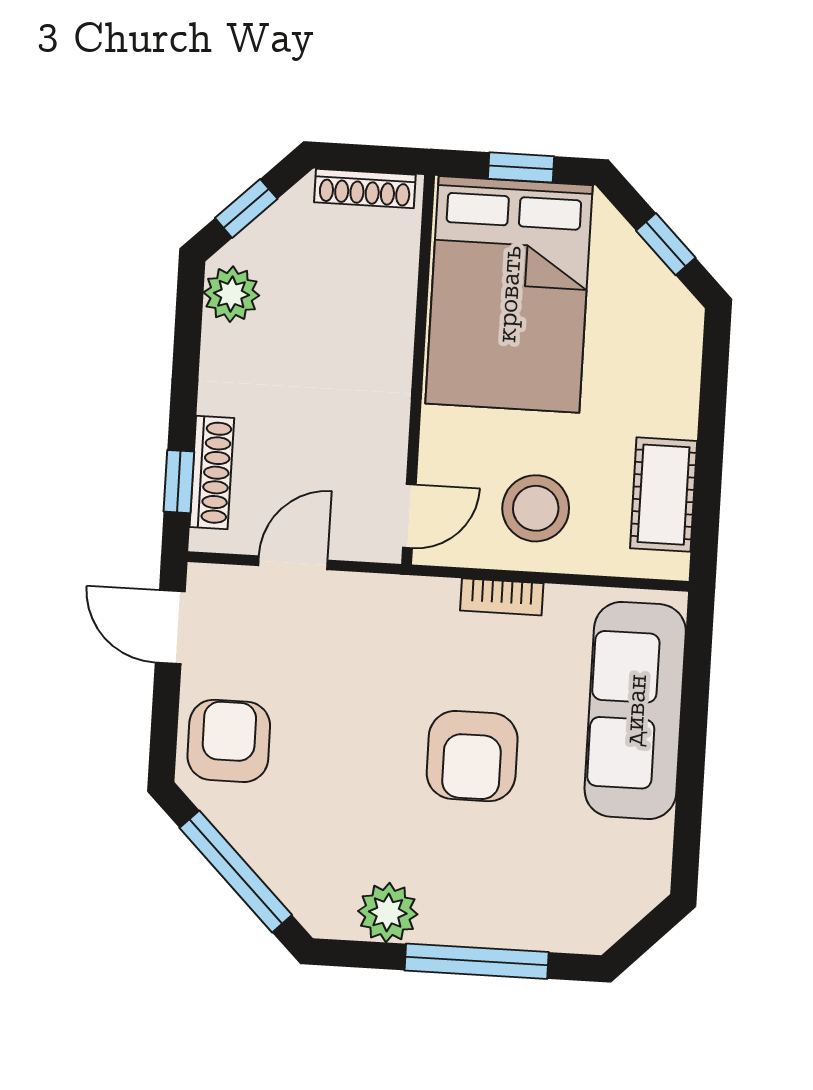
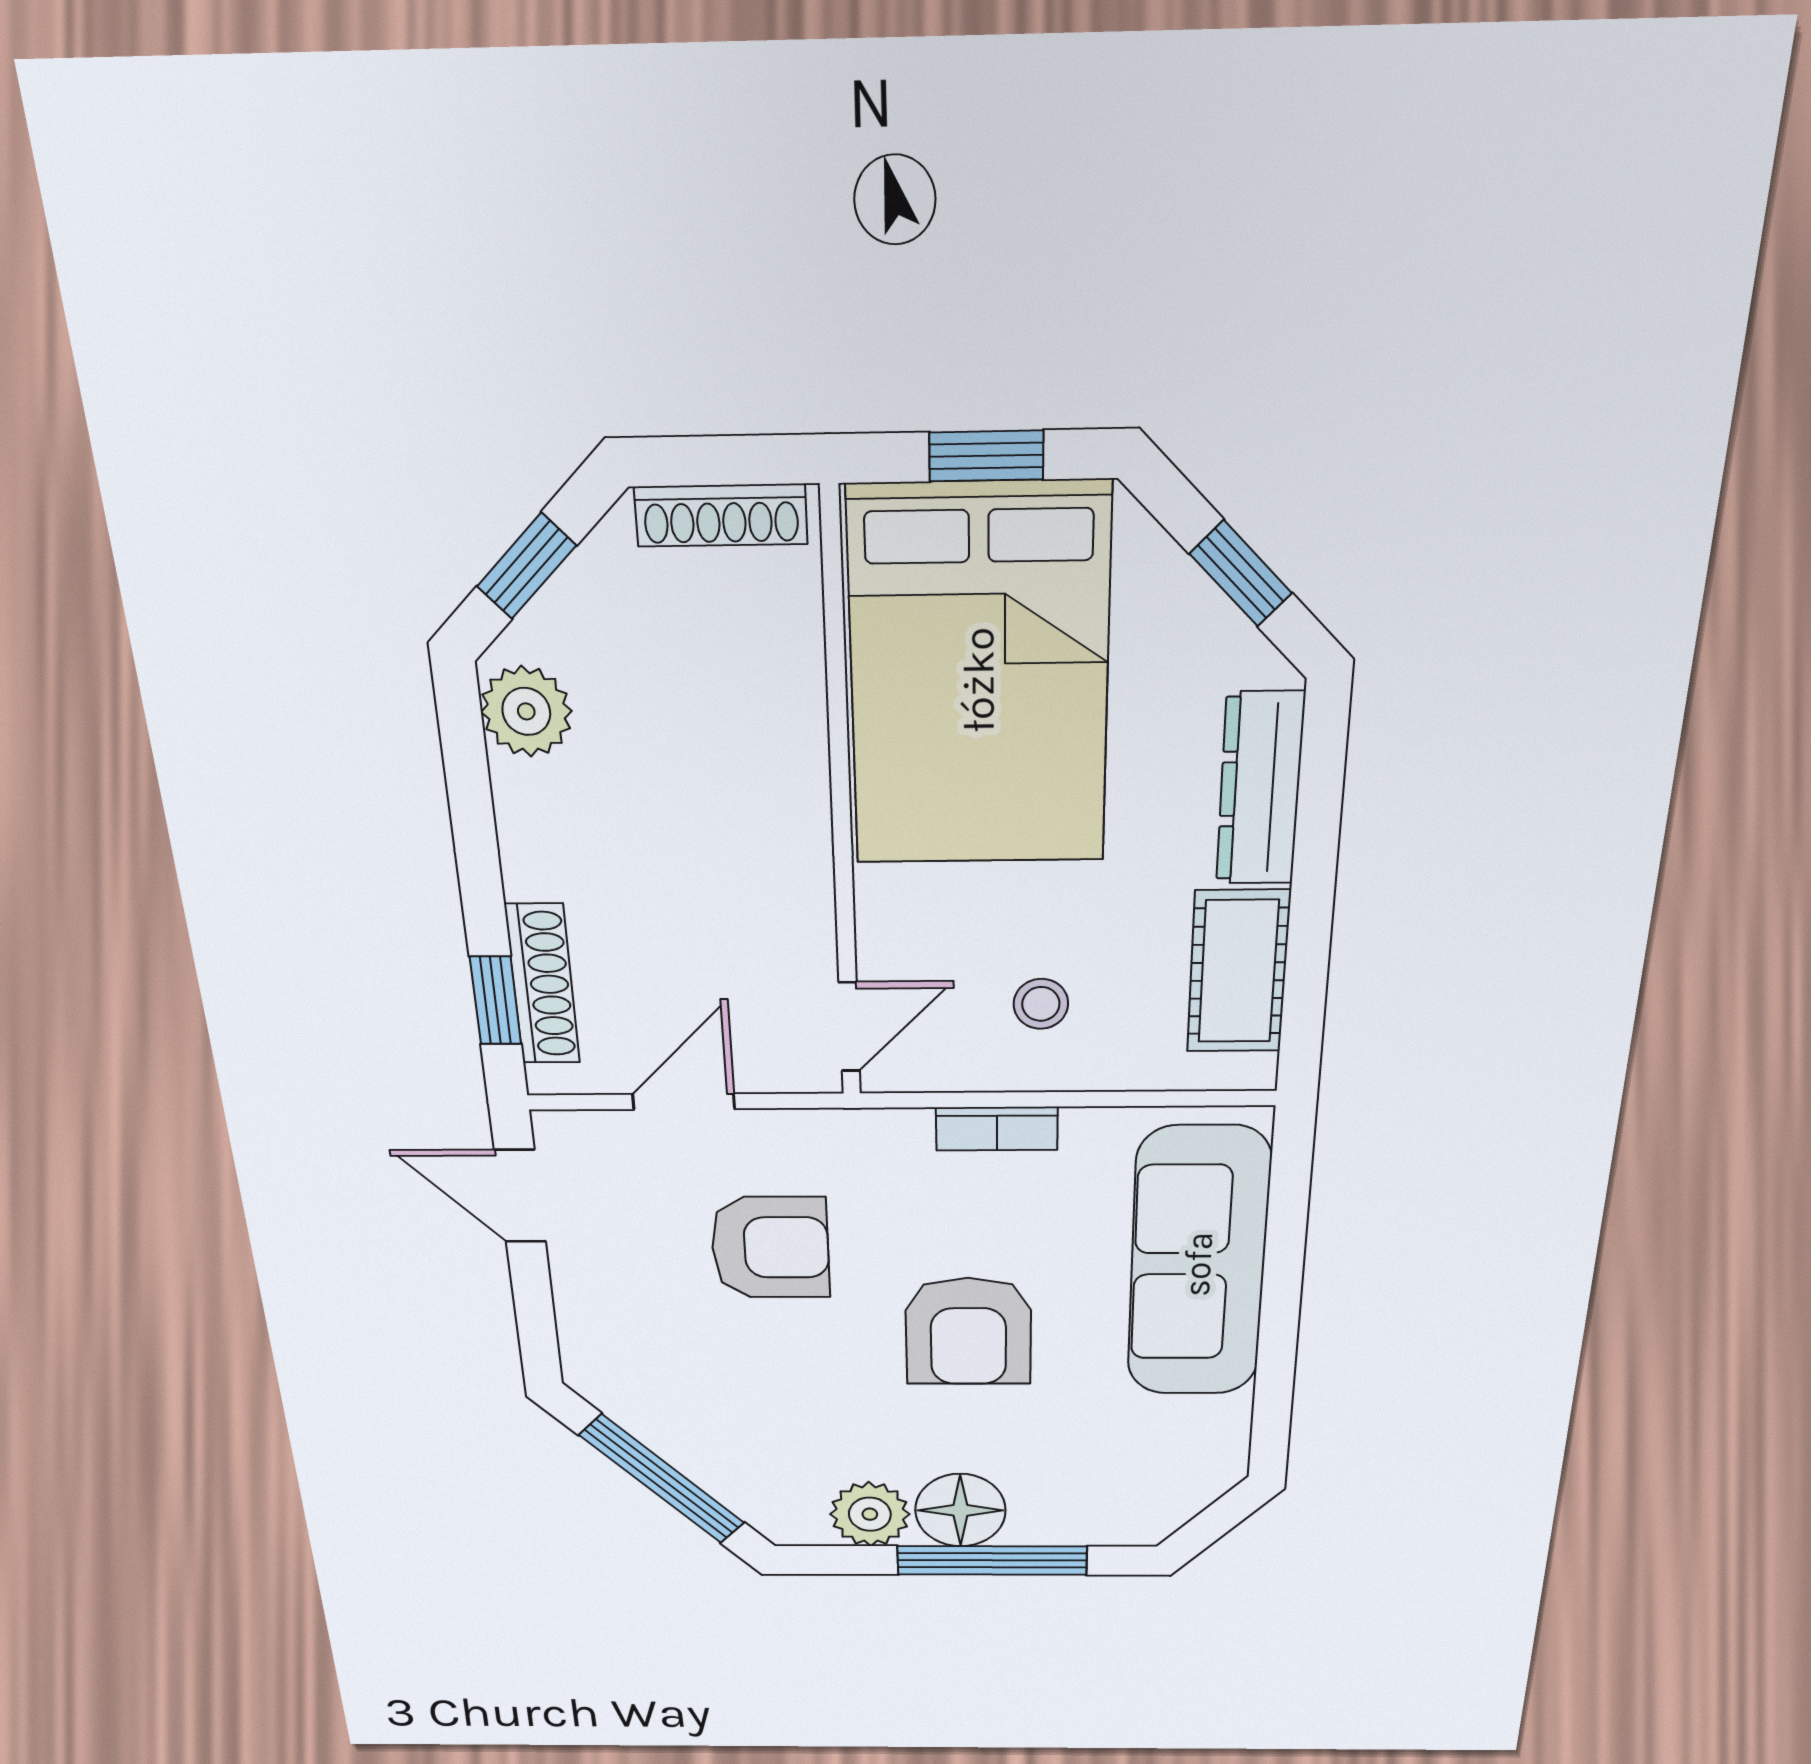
dresser: (677, 375) -> (1260, 789), added
stool: (536, 508) -> (1041, 1004), width x0.53, depth x0.53
armchair: (229, 741) -> (770, 1247), moved, turned 90
floor lamp: (456, 913) -> (960, 1510), added

